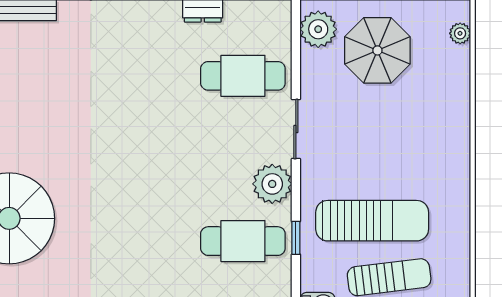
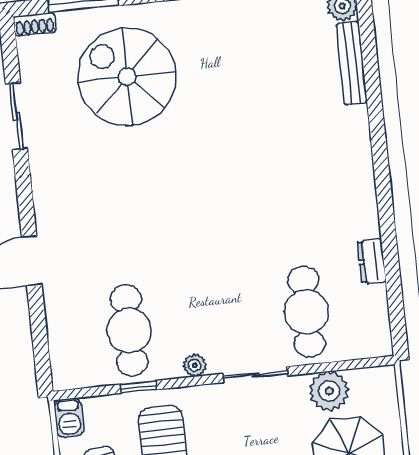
plant: (318, 29) -> (329, 391), moved
plant: (272, 184) -> (195, 365), width x0.53, depth x0.53

